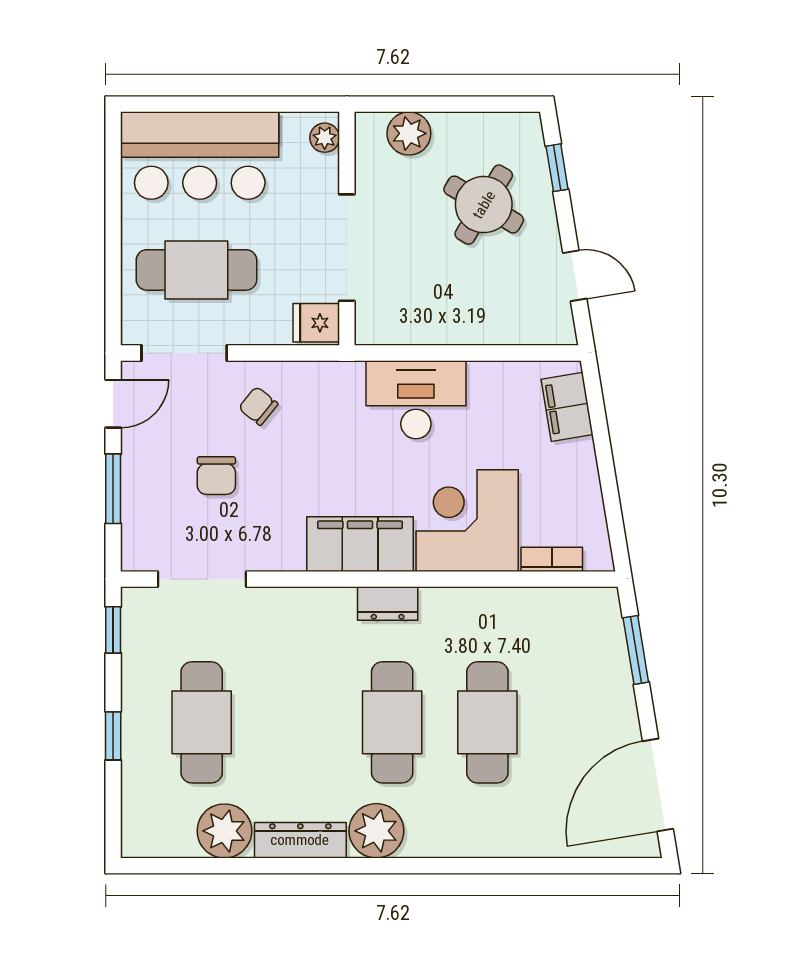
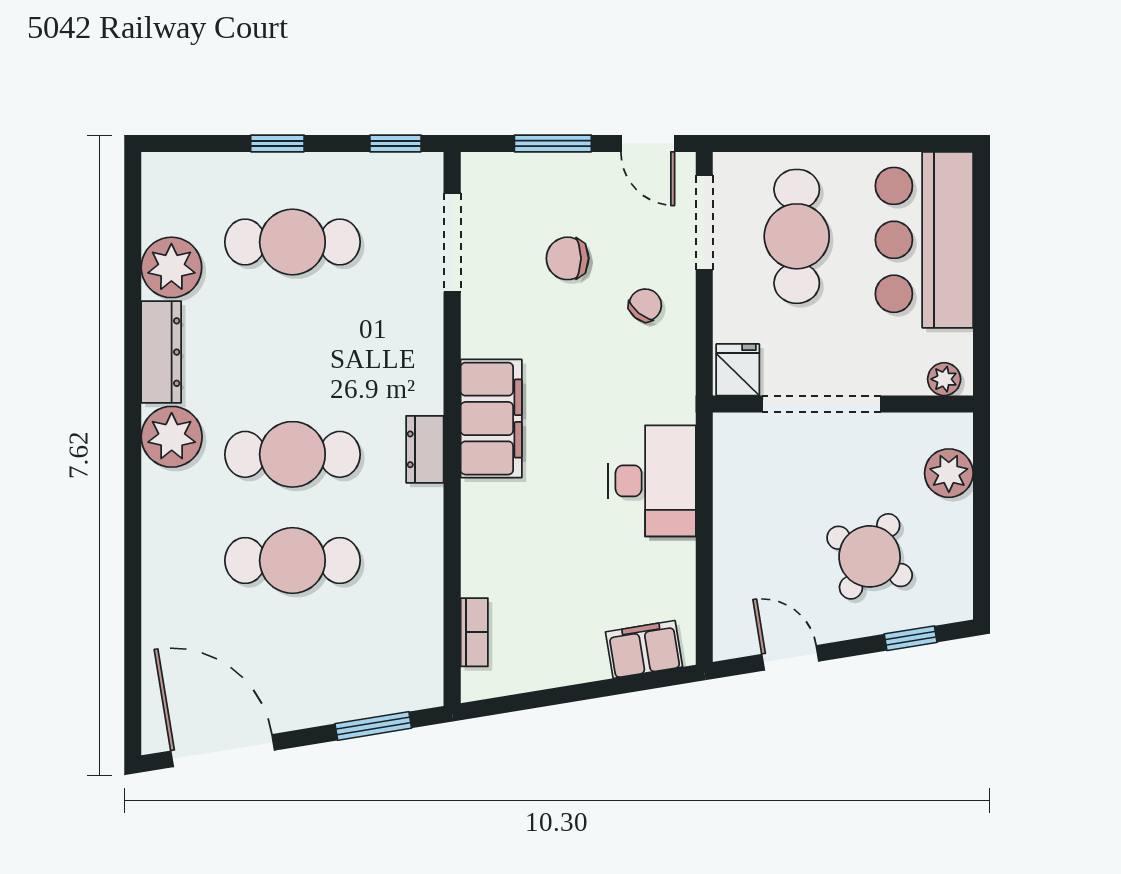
door: (575, 276) -> (790, 658), swing flipped
corner desk: (467, 521) -> (517, 538), removed

